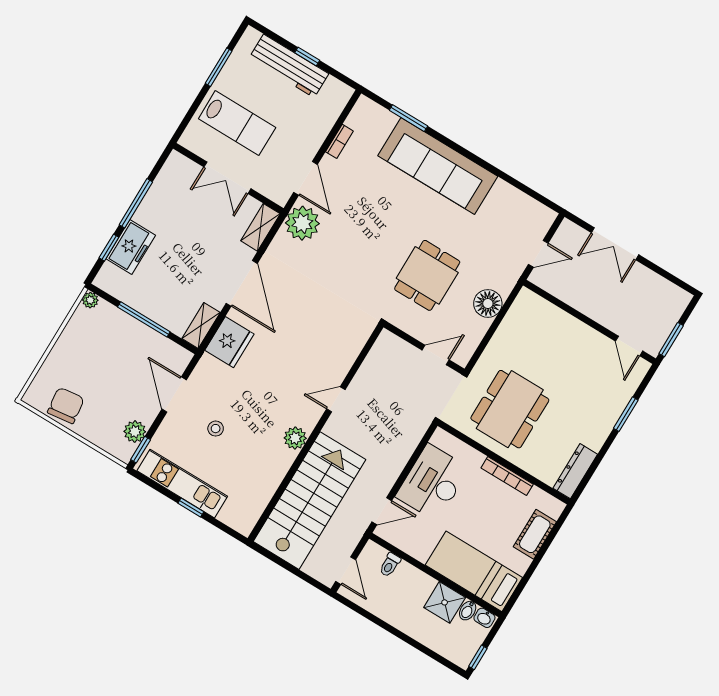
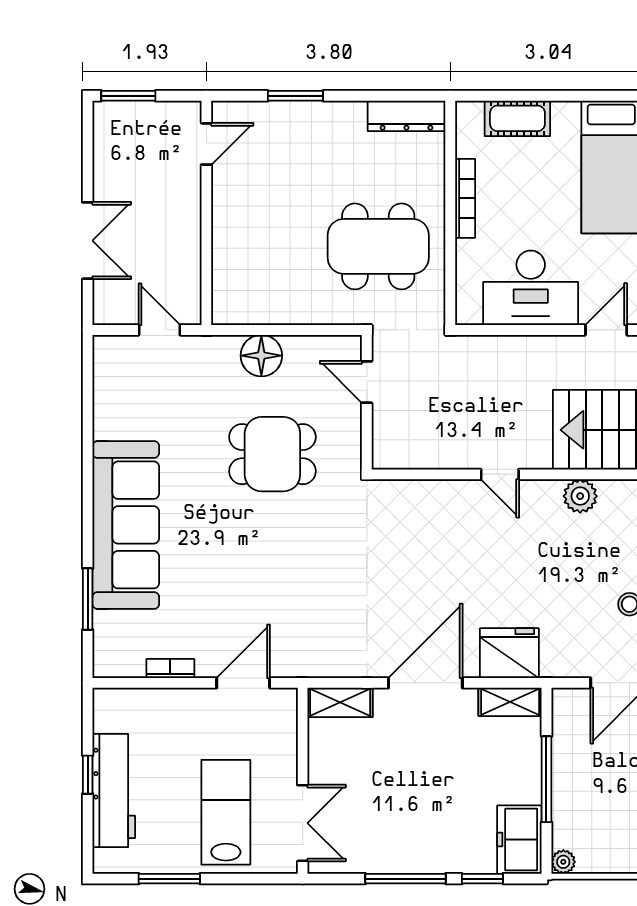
double door: (227, 178) -> (303, 823), moved
plant: (302, 223) -> (302, 652), removed
freezer: (131, 247) -> (519, 840), moved, turned -90
window: (671, 340) -> (128, 96), moved
door: (382, 511) -> (606, 330), hinge flipped

